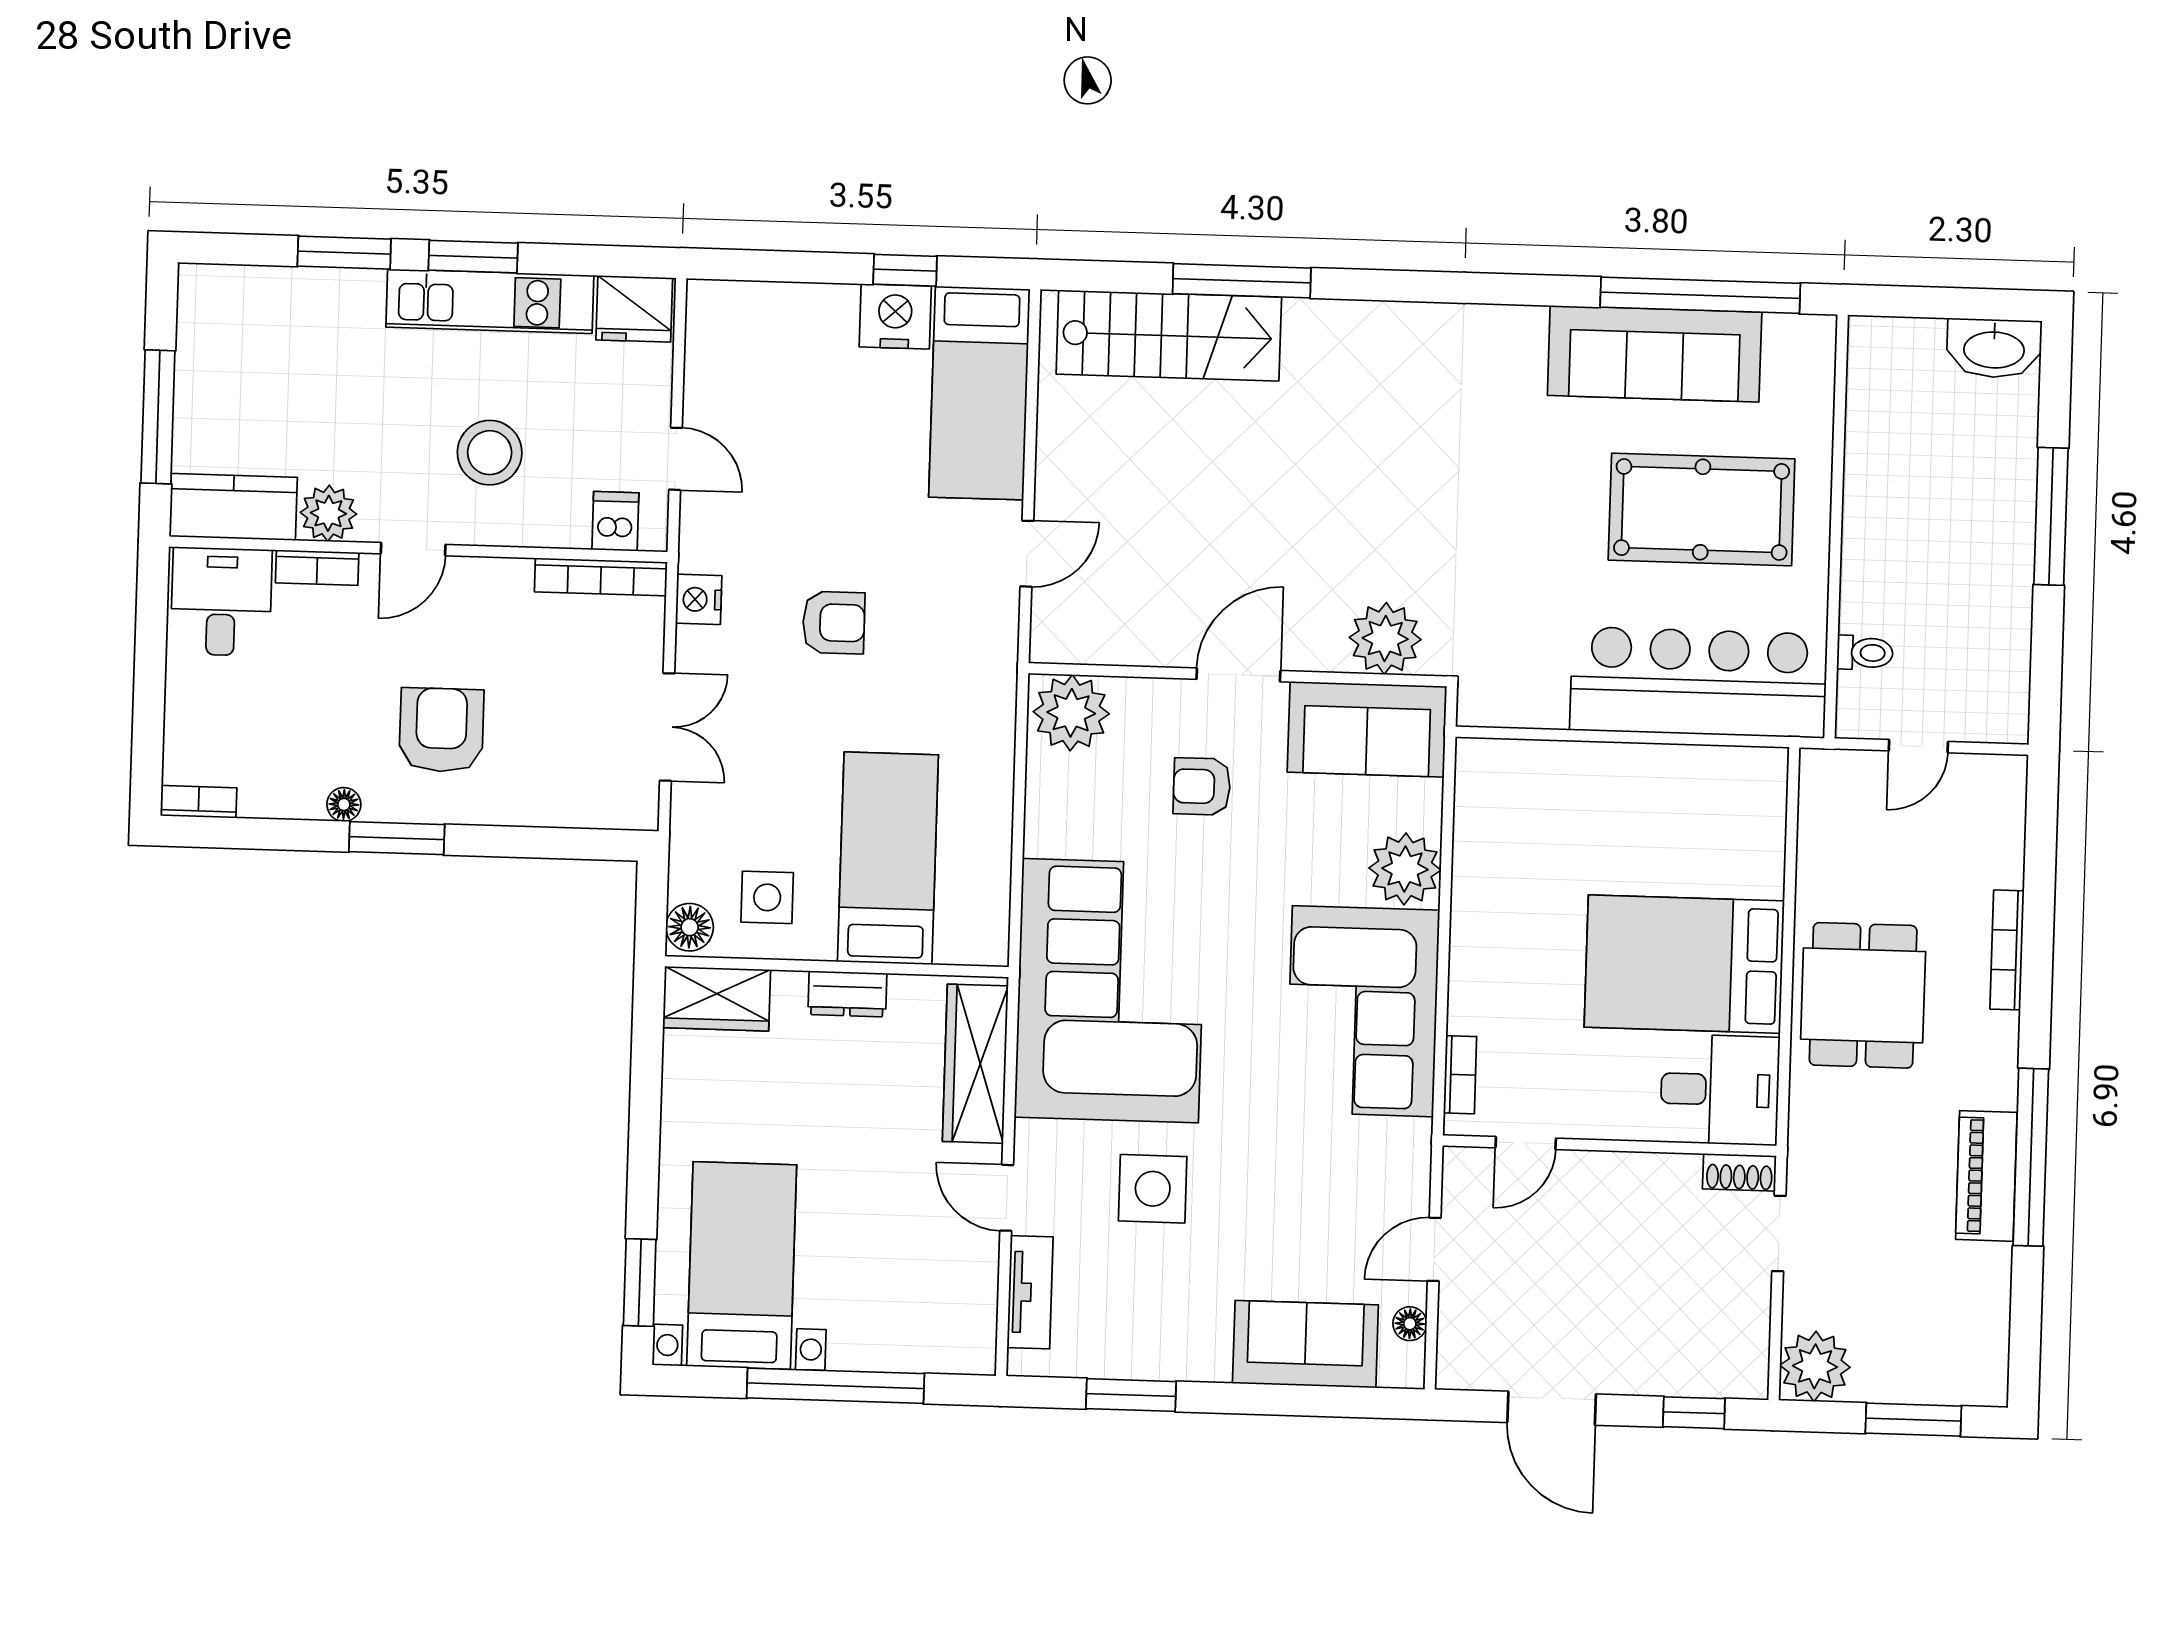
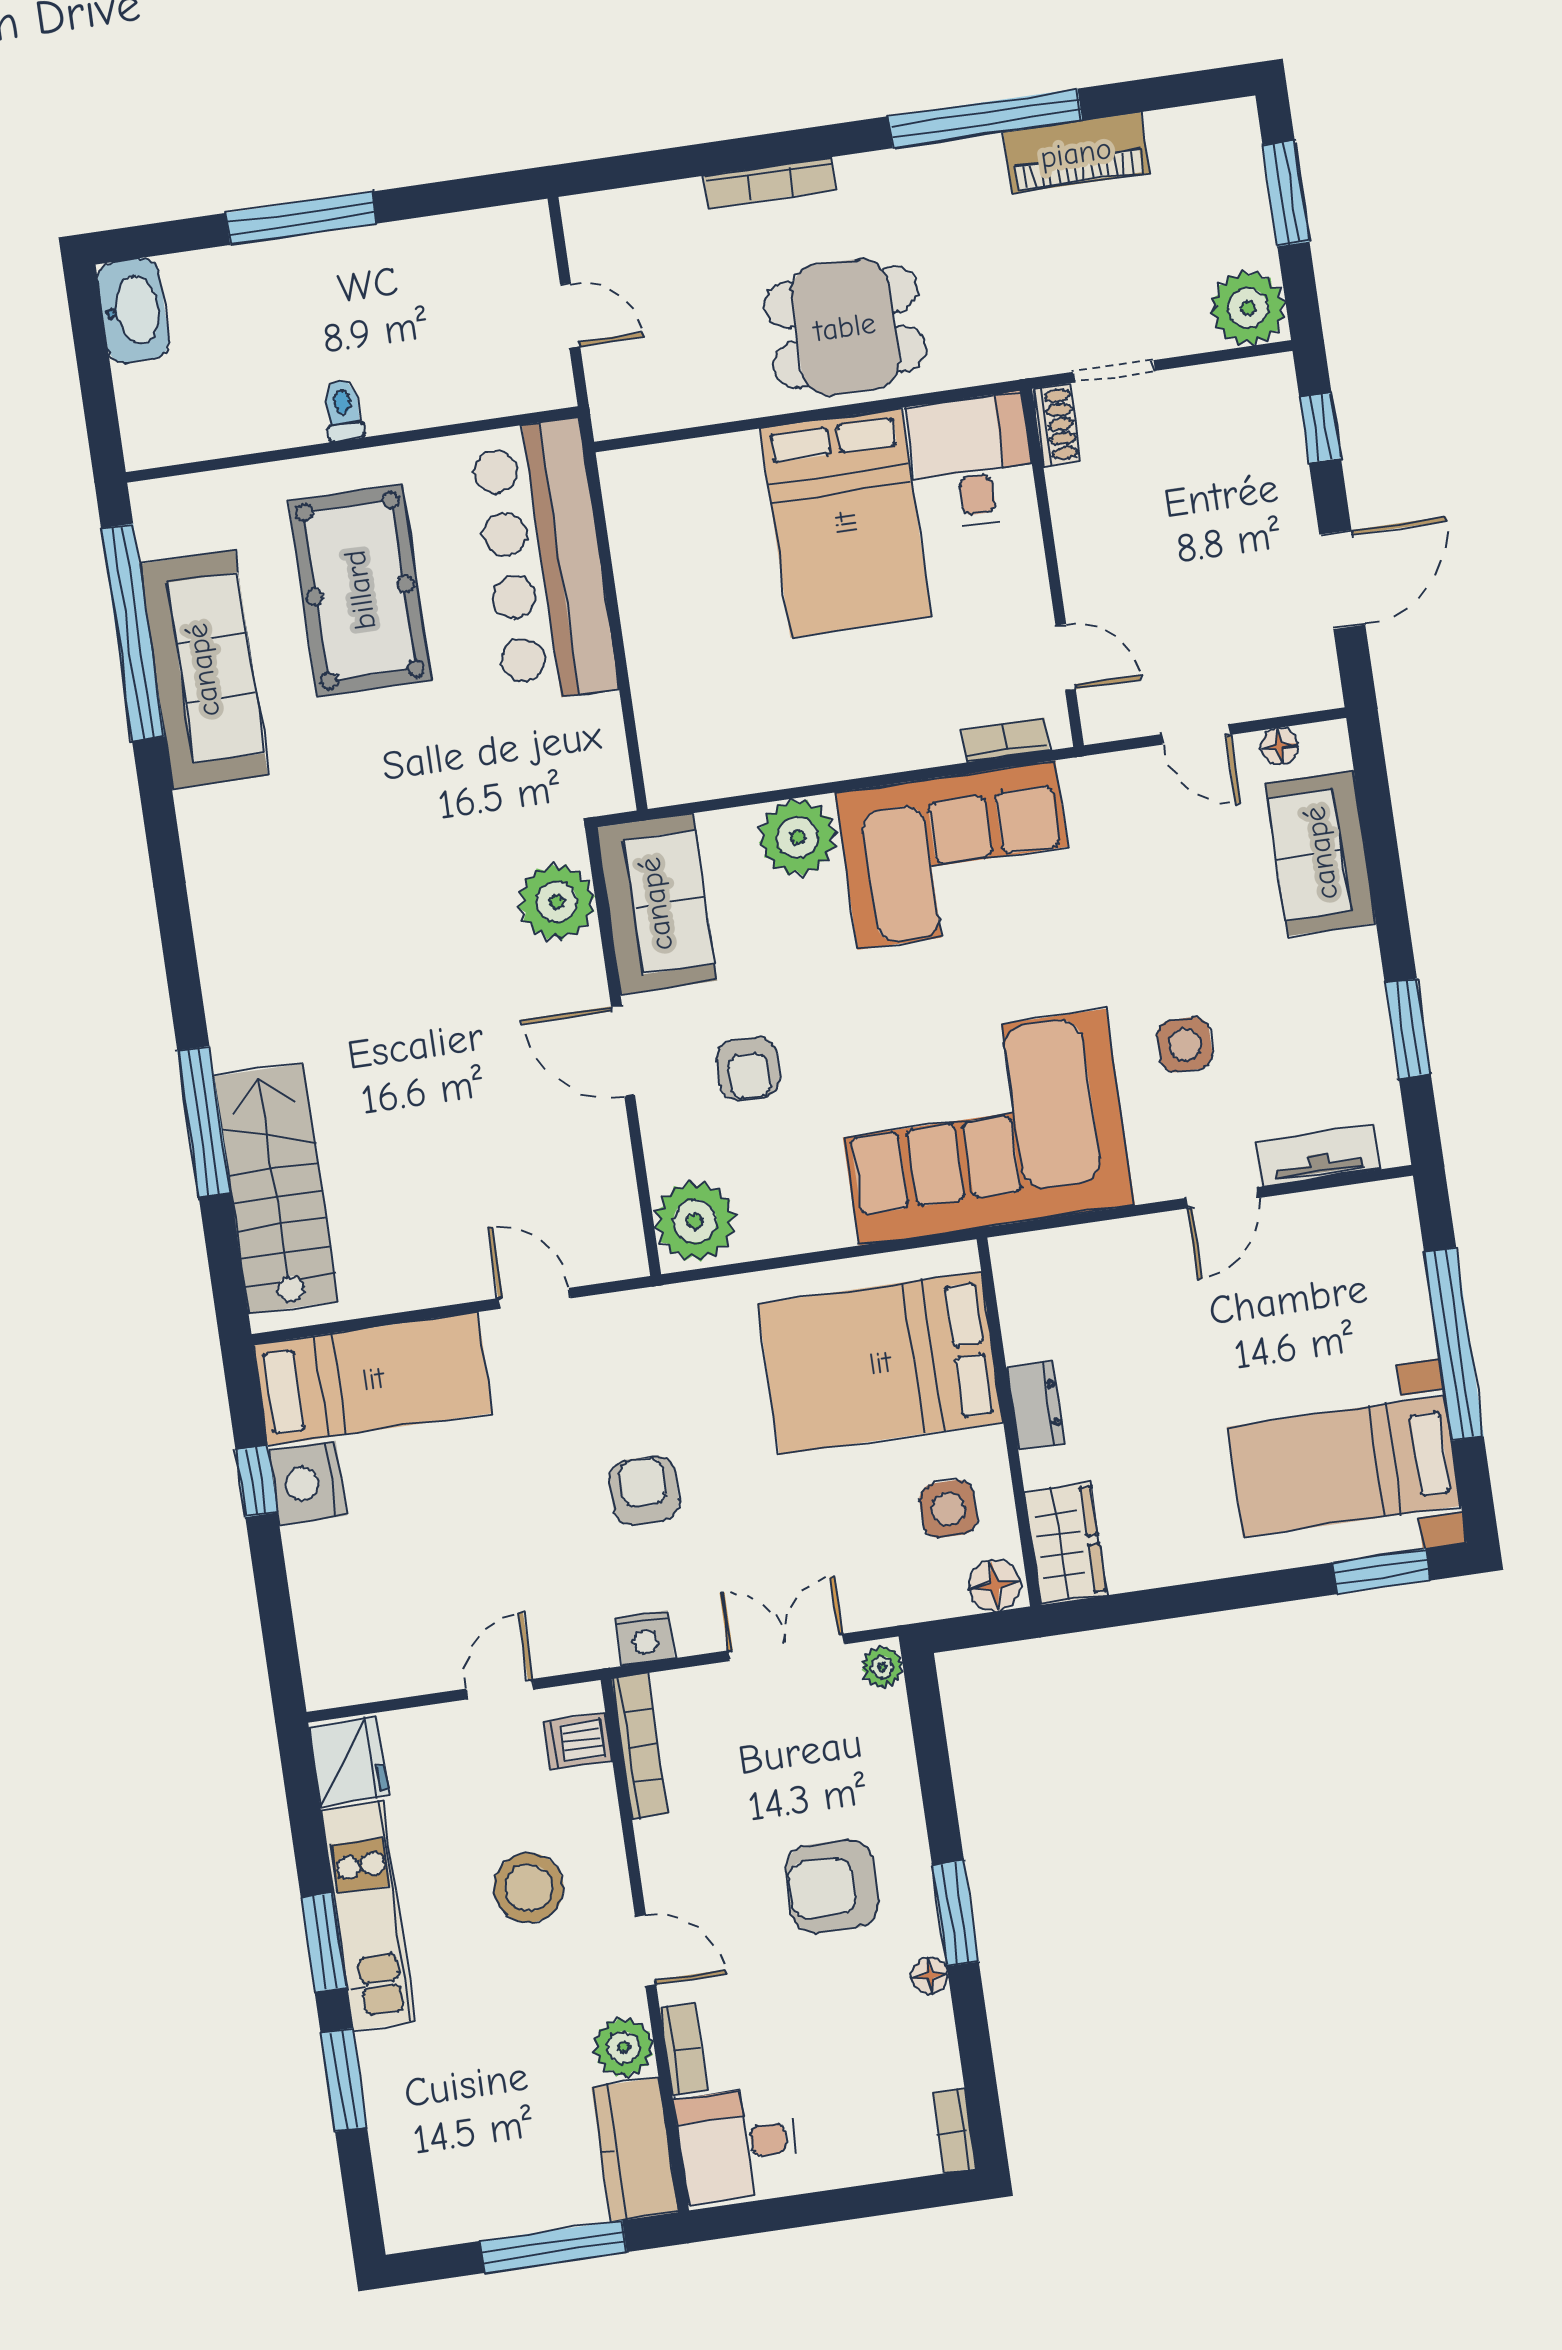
toilet: (1865, 653) -> (343, 410), moved
plant: (634, 811) -> (882, 1667), added
bed: (888, 858) -> (880, 1363), width x1.50
wardrobe: (975, 1064) -> (1085, 1256), removed
piano: (1986, 1176) -> (1076, 153), moved
side table: (1153, 1189) -> (1185, 1045), width x0.73, depth x0.73

